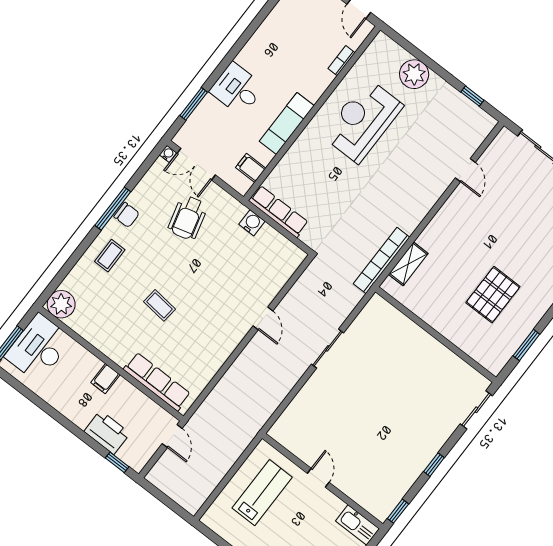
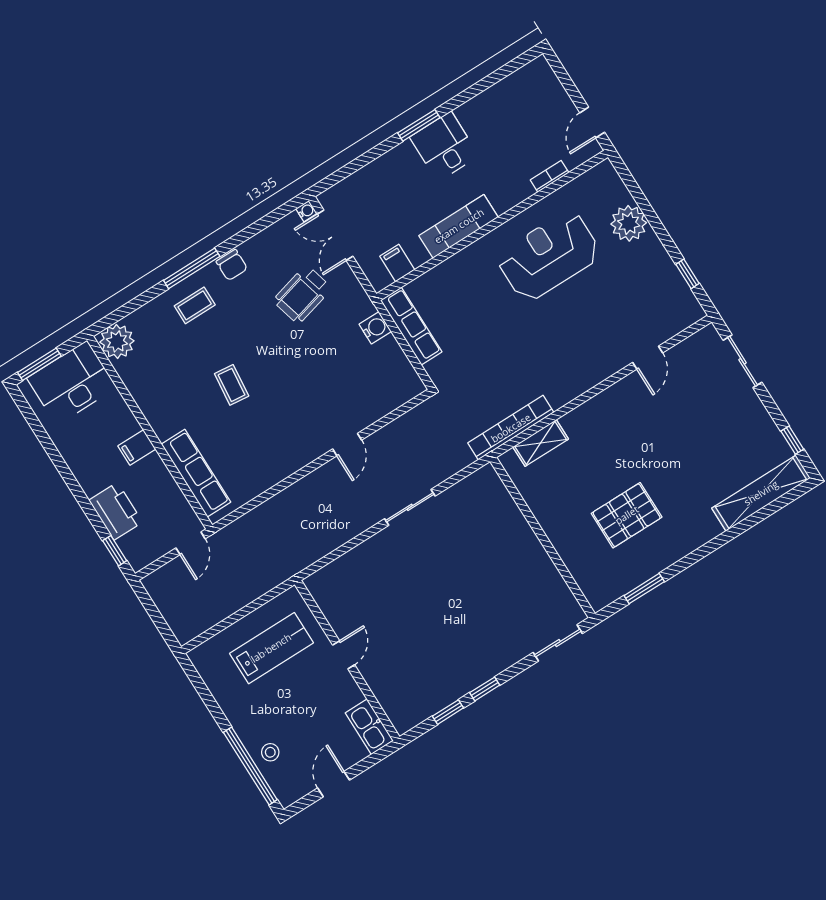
desk: (237, 89) -> (444, 146), moved
window: (194, 104) -> (419, 125), moved
window: (113, 209) -> (192, 268), moved
window: (398, 511) -> (448, 712), moved

